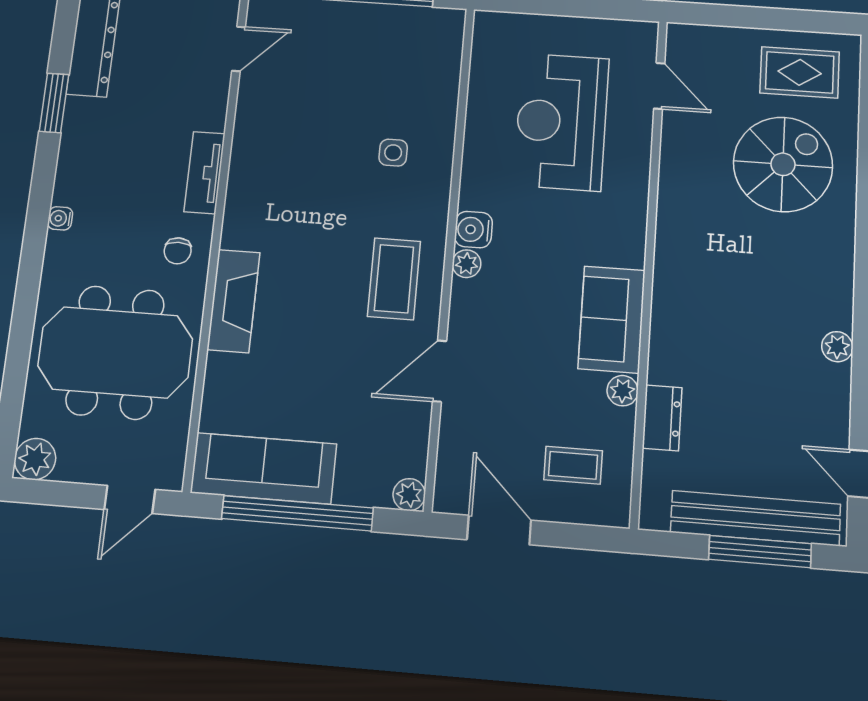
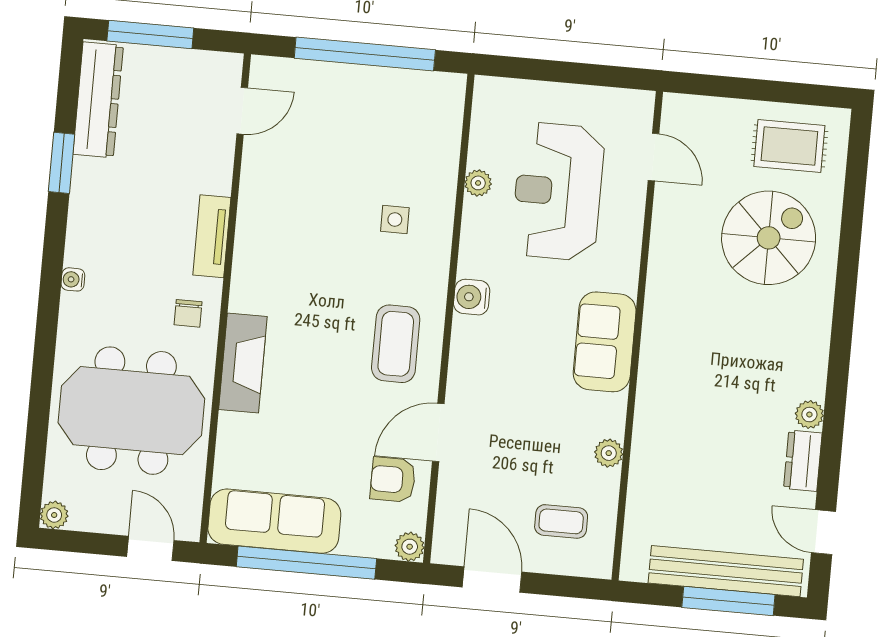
plant: (466, 264) -> (478, 183), moved
sofa: (612, 319) -> (605, 342), moved
dresser: (662, 418) -> (803, 461), moved, turned 180
armchair: (391, 422) -> (393, 480), added
plant: (35, 459) -> (54, 515), width x0.73, depth x0.73
door: (130, 499) -> (150, 548), swing flipped

